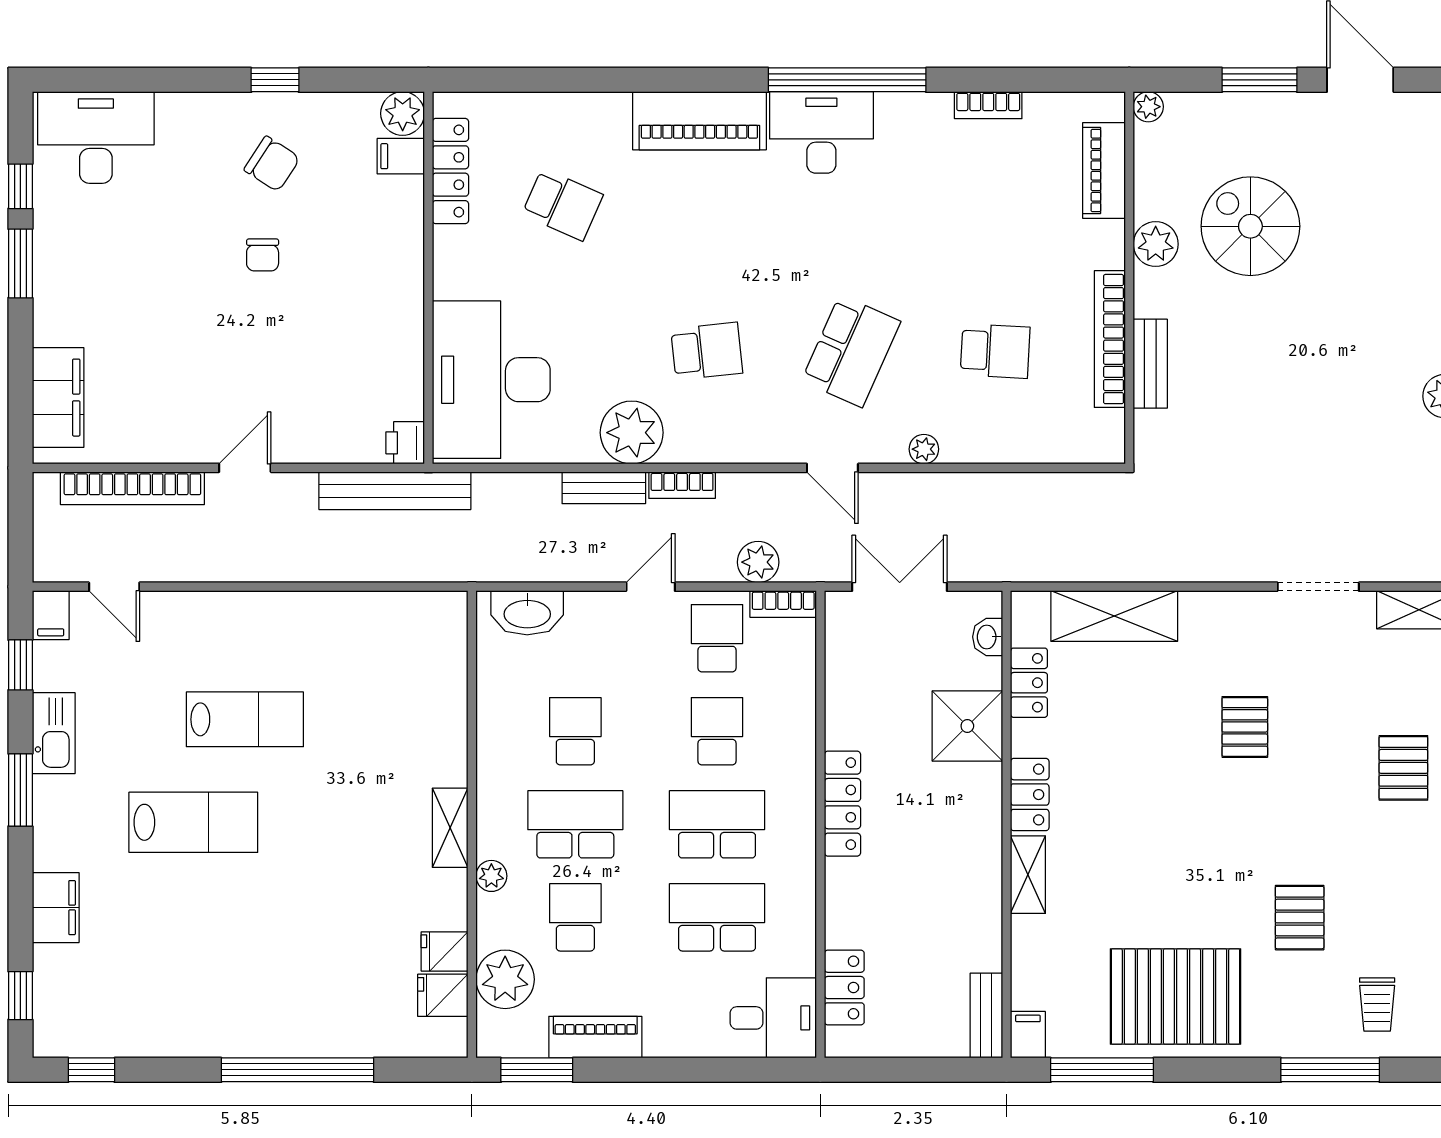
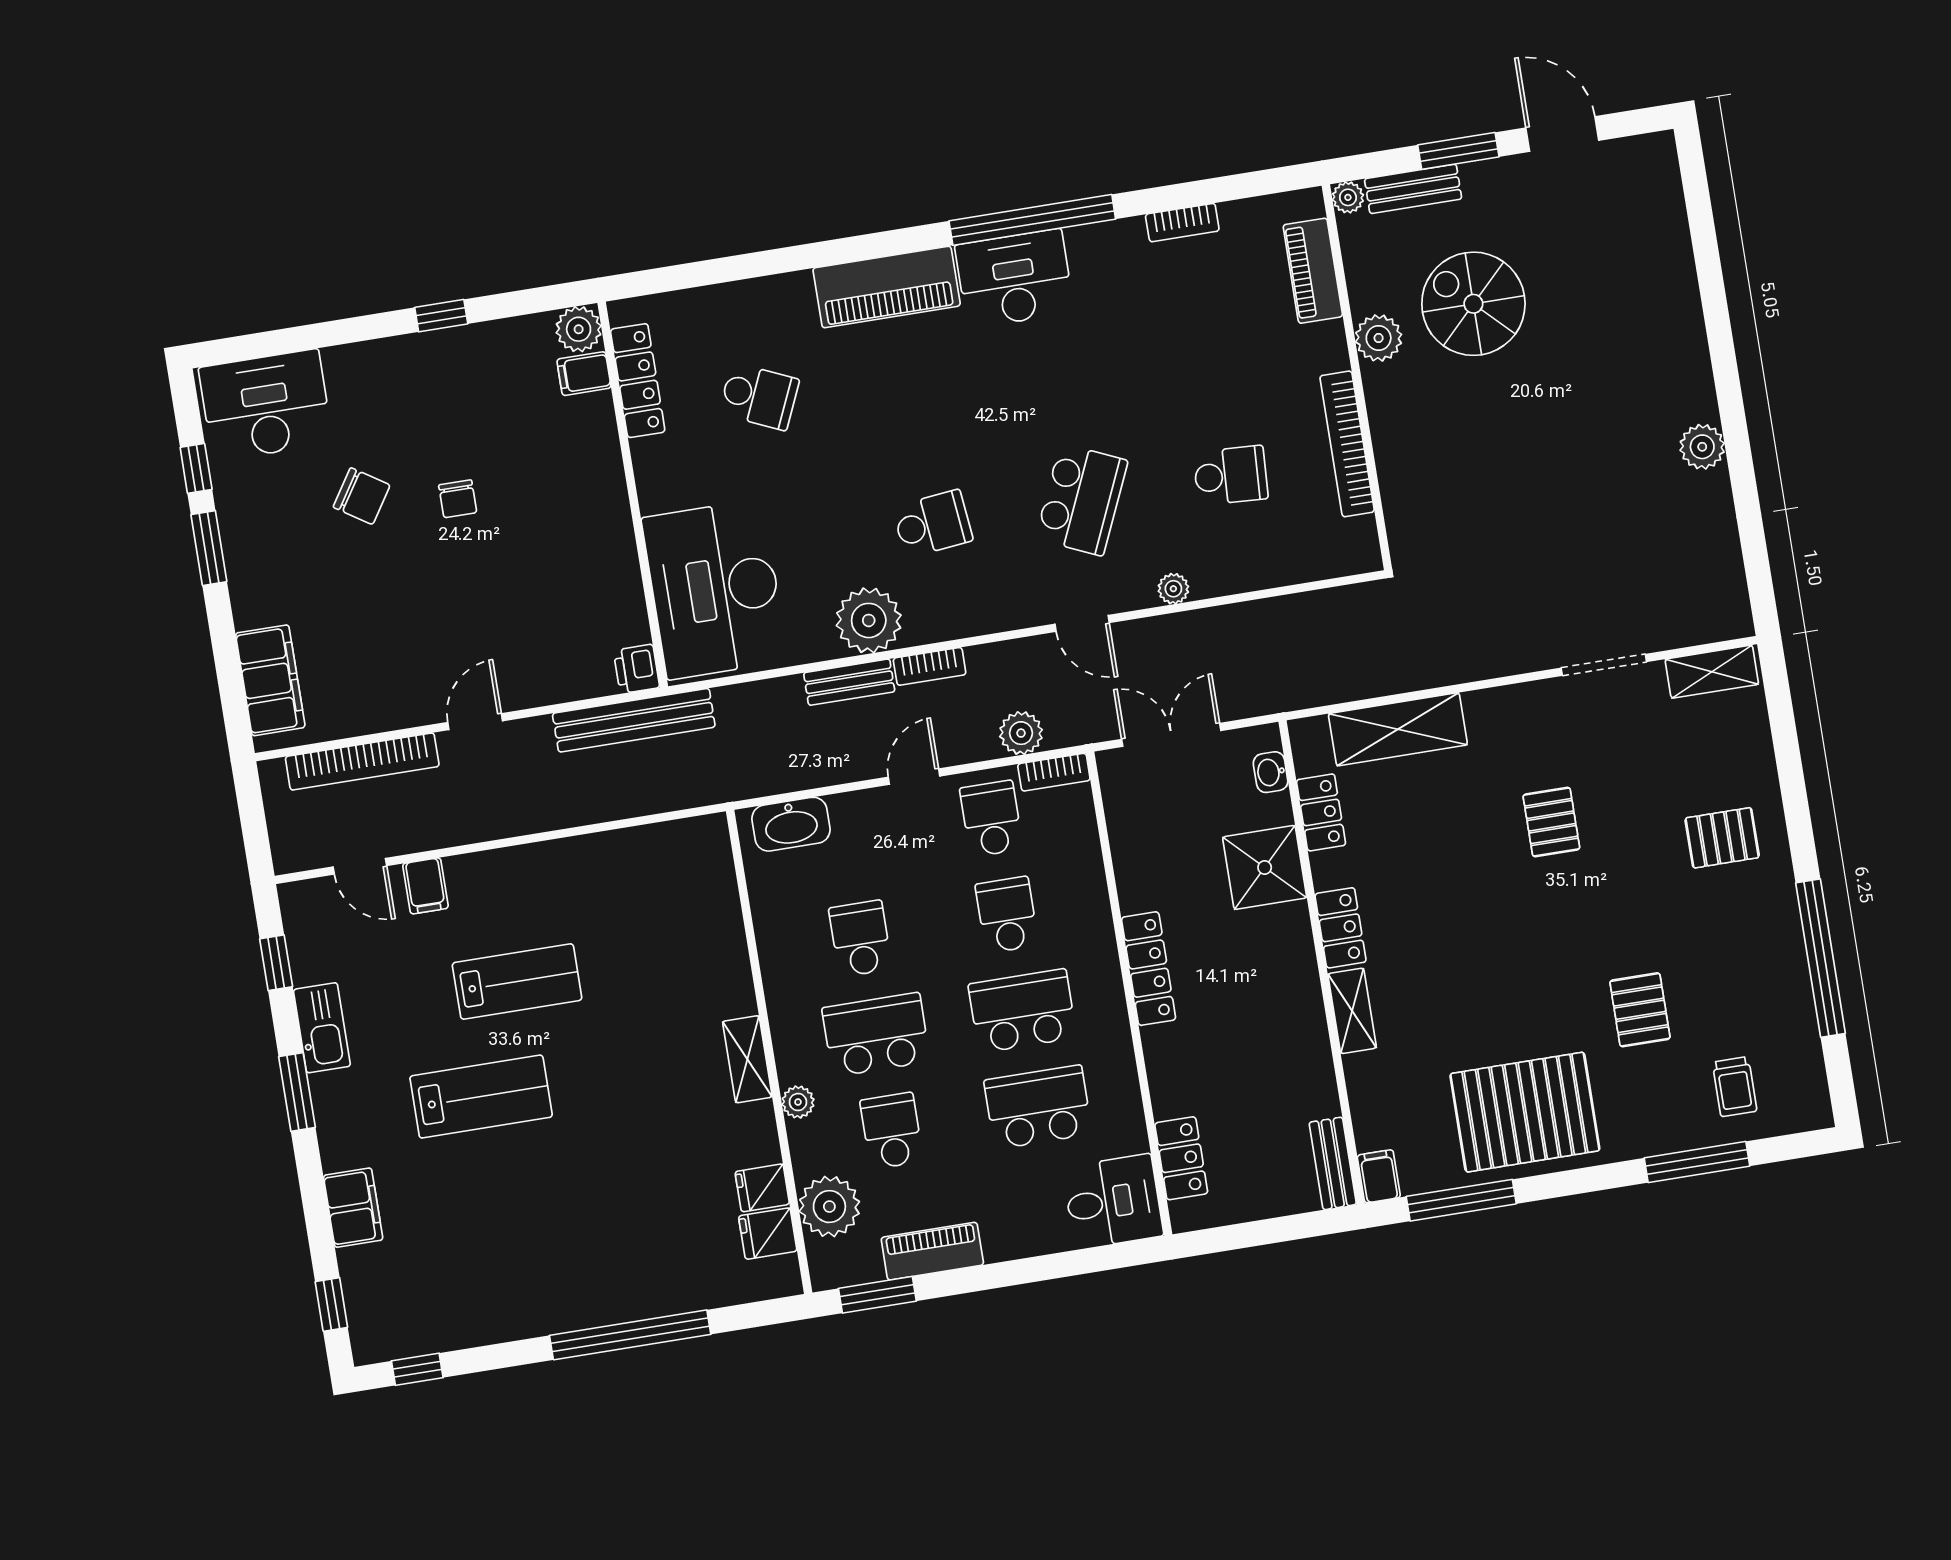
chair: (272, 164) -> (362, 496), moved
bench: (1150, 364) -> (1413, 189), moved, turned 90
filing cabinet: (51, 615) -> (425, 886), moved
pallet: (1403, 768) -> (1722, 838), turned 90

